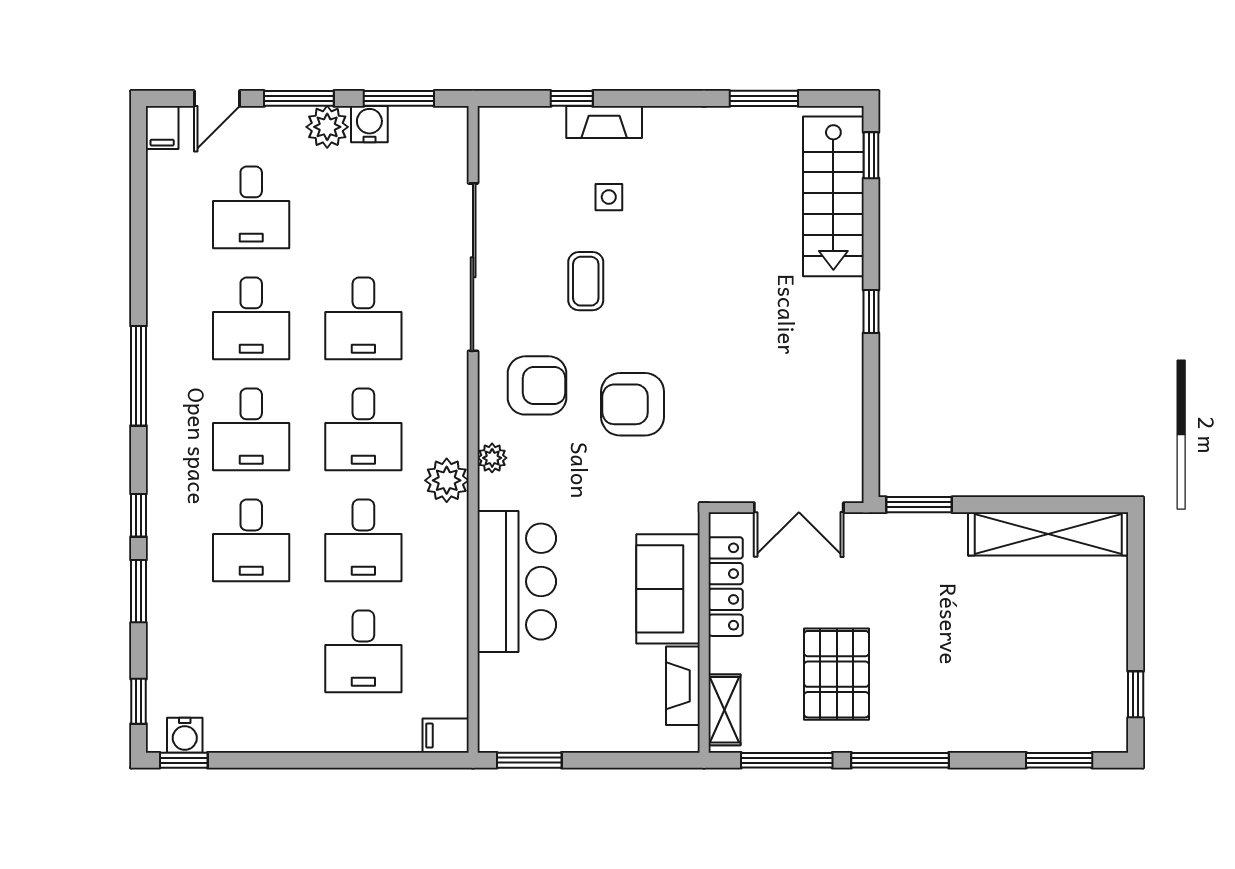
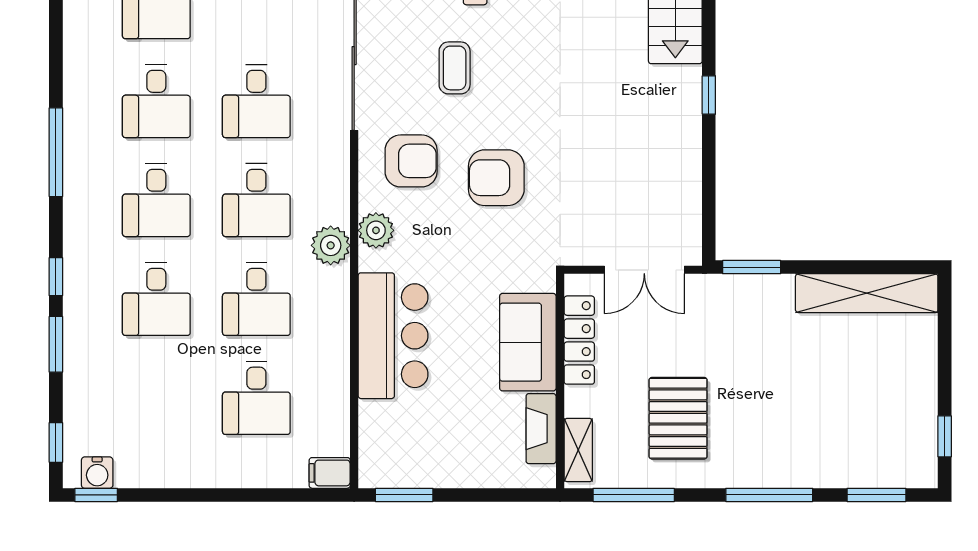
plant: (492, 458) -> (376, 230), width x1.38, depth x1.38
window: (900, 760) -> (769, 495), moved

